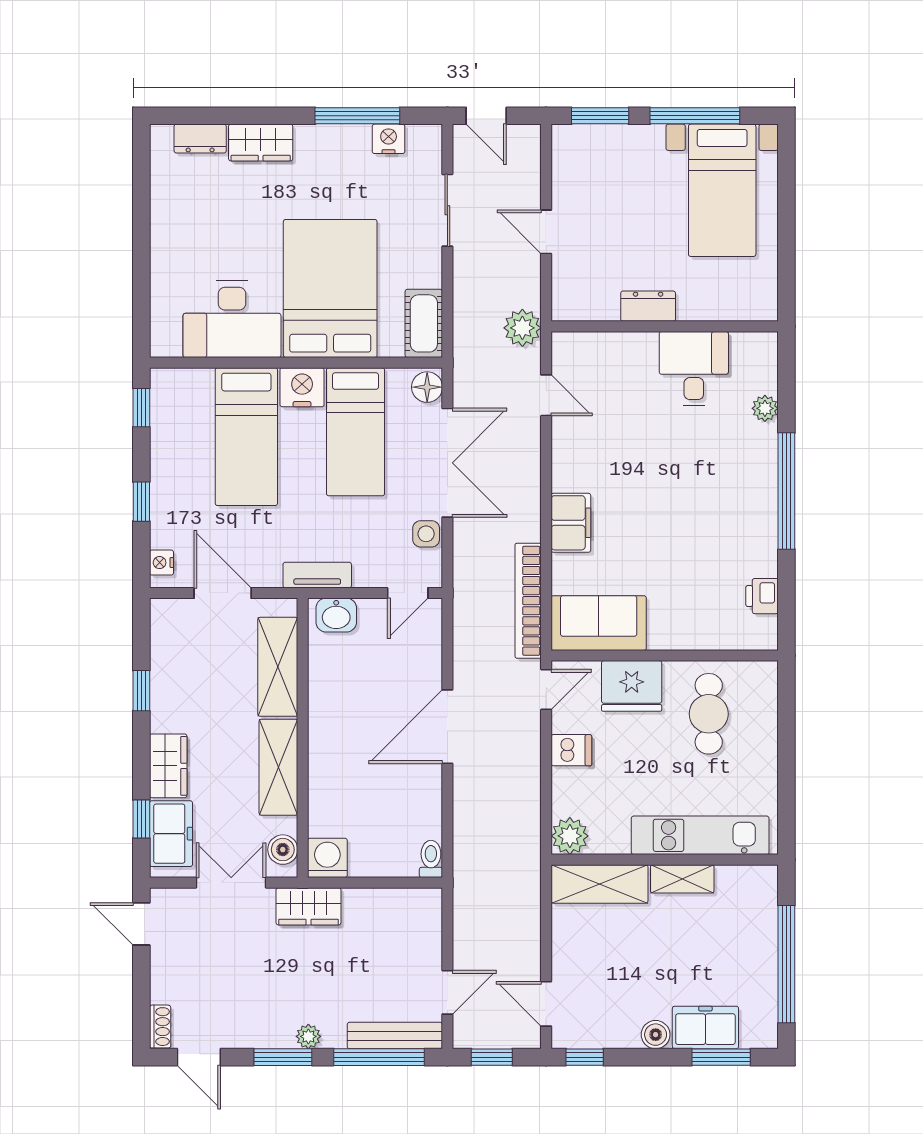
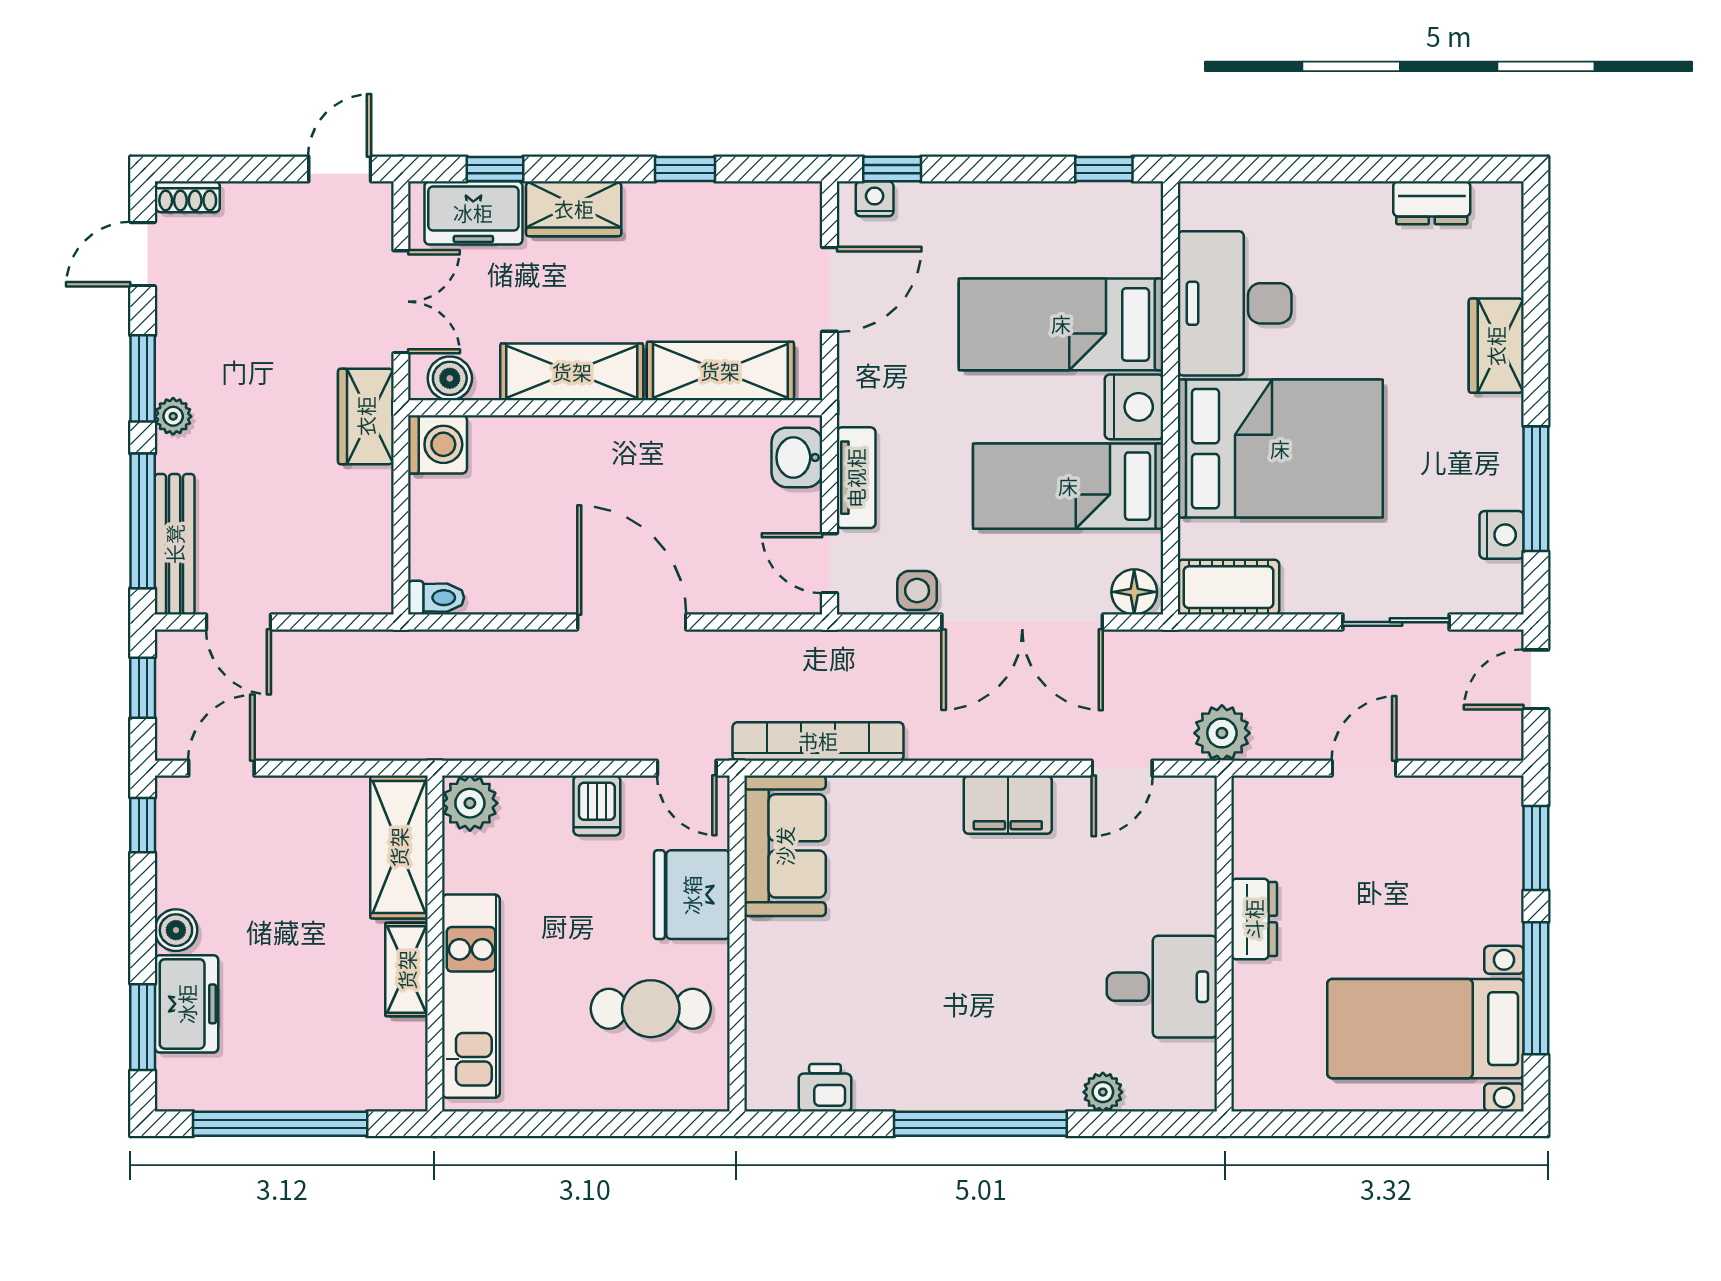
dresser: (200, 139) -> (1432, 203), moved, turned -90
window: (141, 502) -> (892, 169), moved
filing cabinet: (571, 523) -> (1008, 805), moved
tv unit: (317, 575) -> (856, 478), moved

